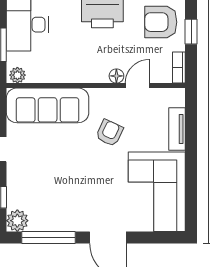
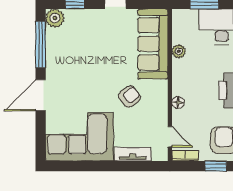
plant: (17, 75) -> (179, 51), moved
door: (137, 86) -> (170, 137), moved
armchair: (109, 133) -> (130, 97), turned -63

